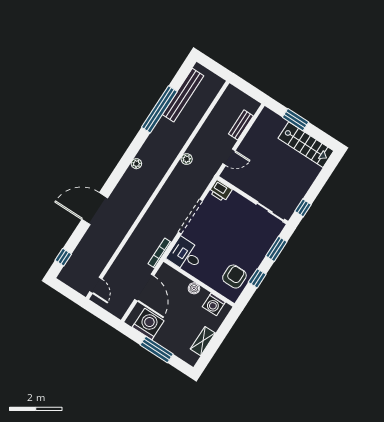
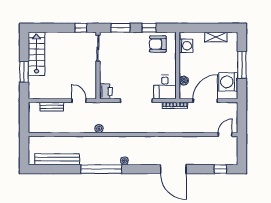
window: (159, 109) -> (101, 169), moved
boiler: (194, 288) -> (184, 81), moved

